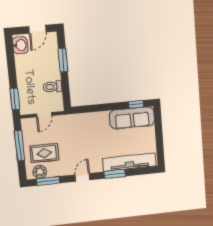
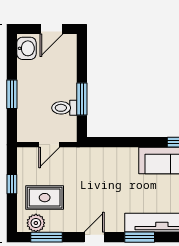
window: (63, 60) -> (82, 99), moved
window: (15, 99) -> (12, 94), moved
window: (19, 146) -> (12, 184), width x0.46

